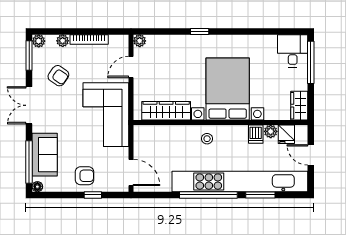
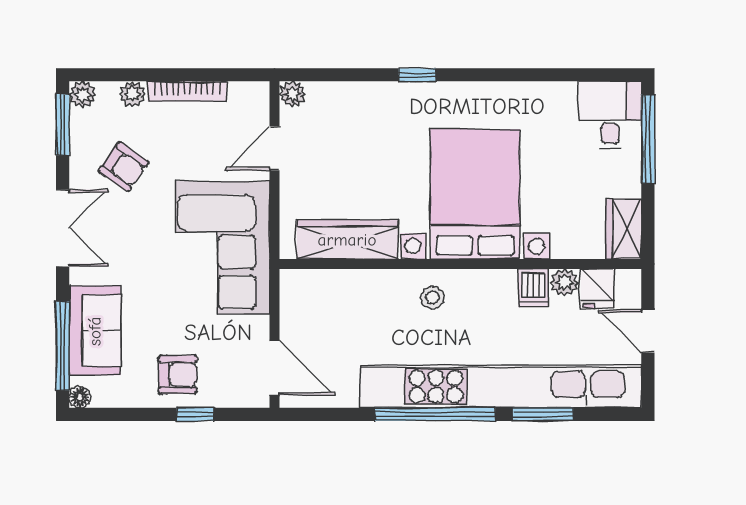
double door: (29, 105) -> (63, 228), swing flipped

